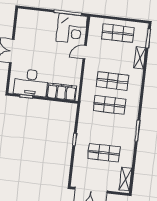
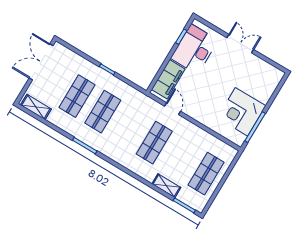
corner desk: (72, 29) -> (242, 112), moved
door: (85, 52) -> (173, 109), moved
shop shelf: (110, 105) -> (103, 112), moved

